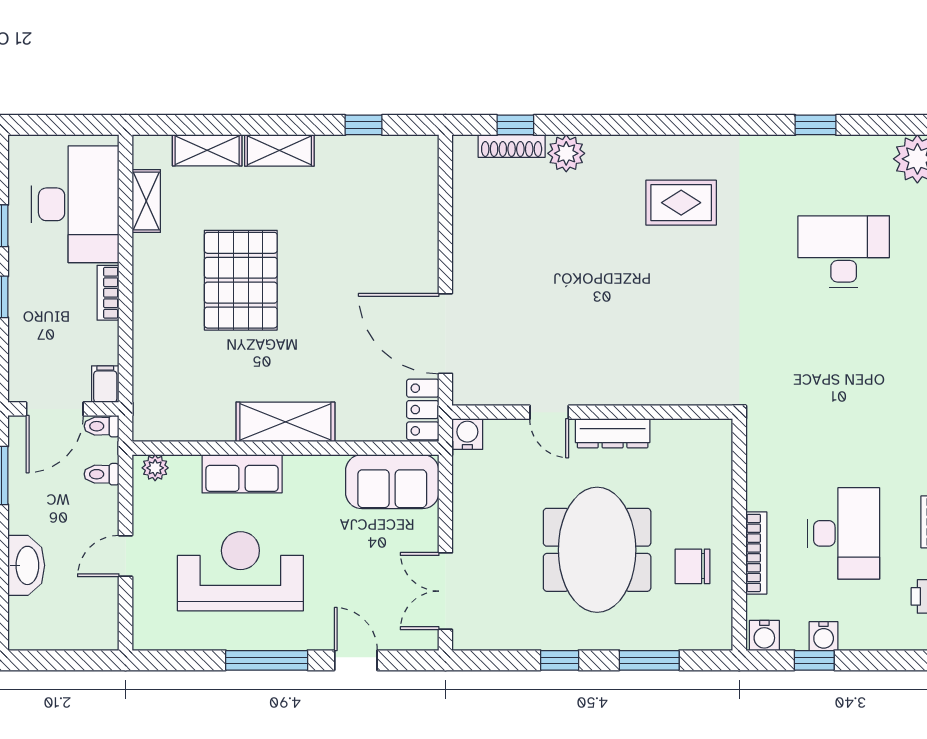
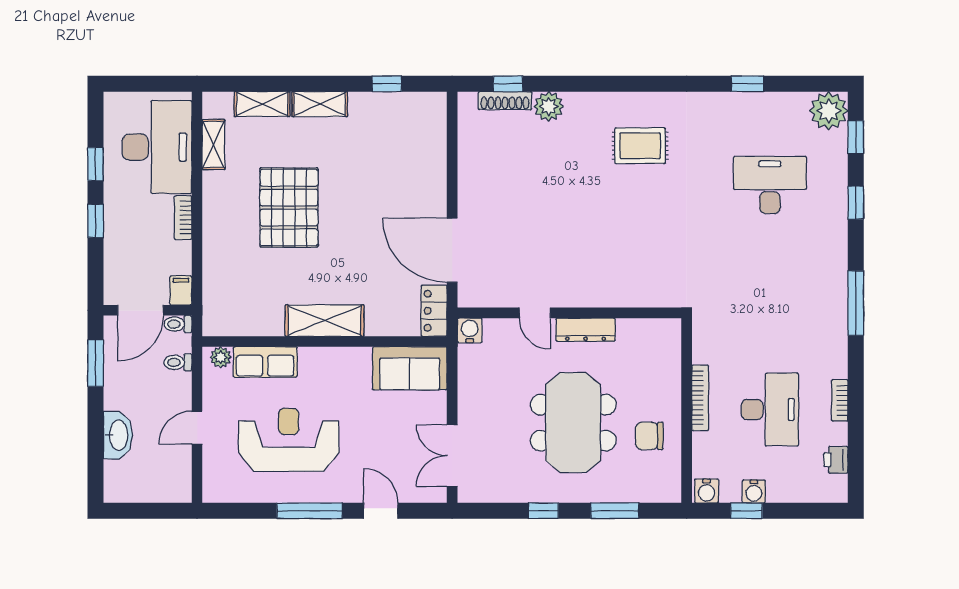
row of seats: (242, 474) -> (265, 362), moved
bookcase: (756, 553) -> (700, 398), moved

